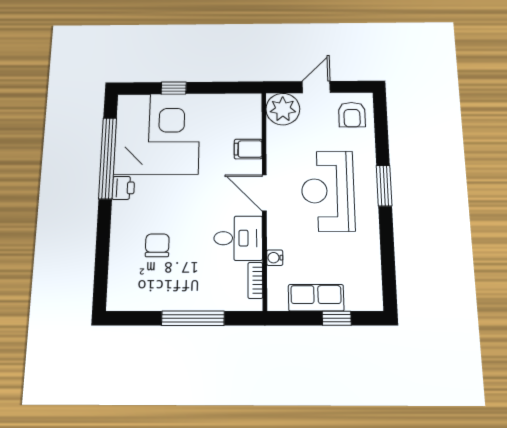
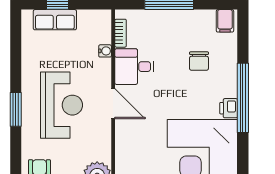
filing cabinet: (248, 149) -> (225, 21), moved, turned 90
window: (108, 158) -> (243, 98), moved
row of seats: (316, 298) -> (55, 20), moved

